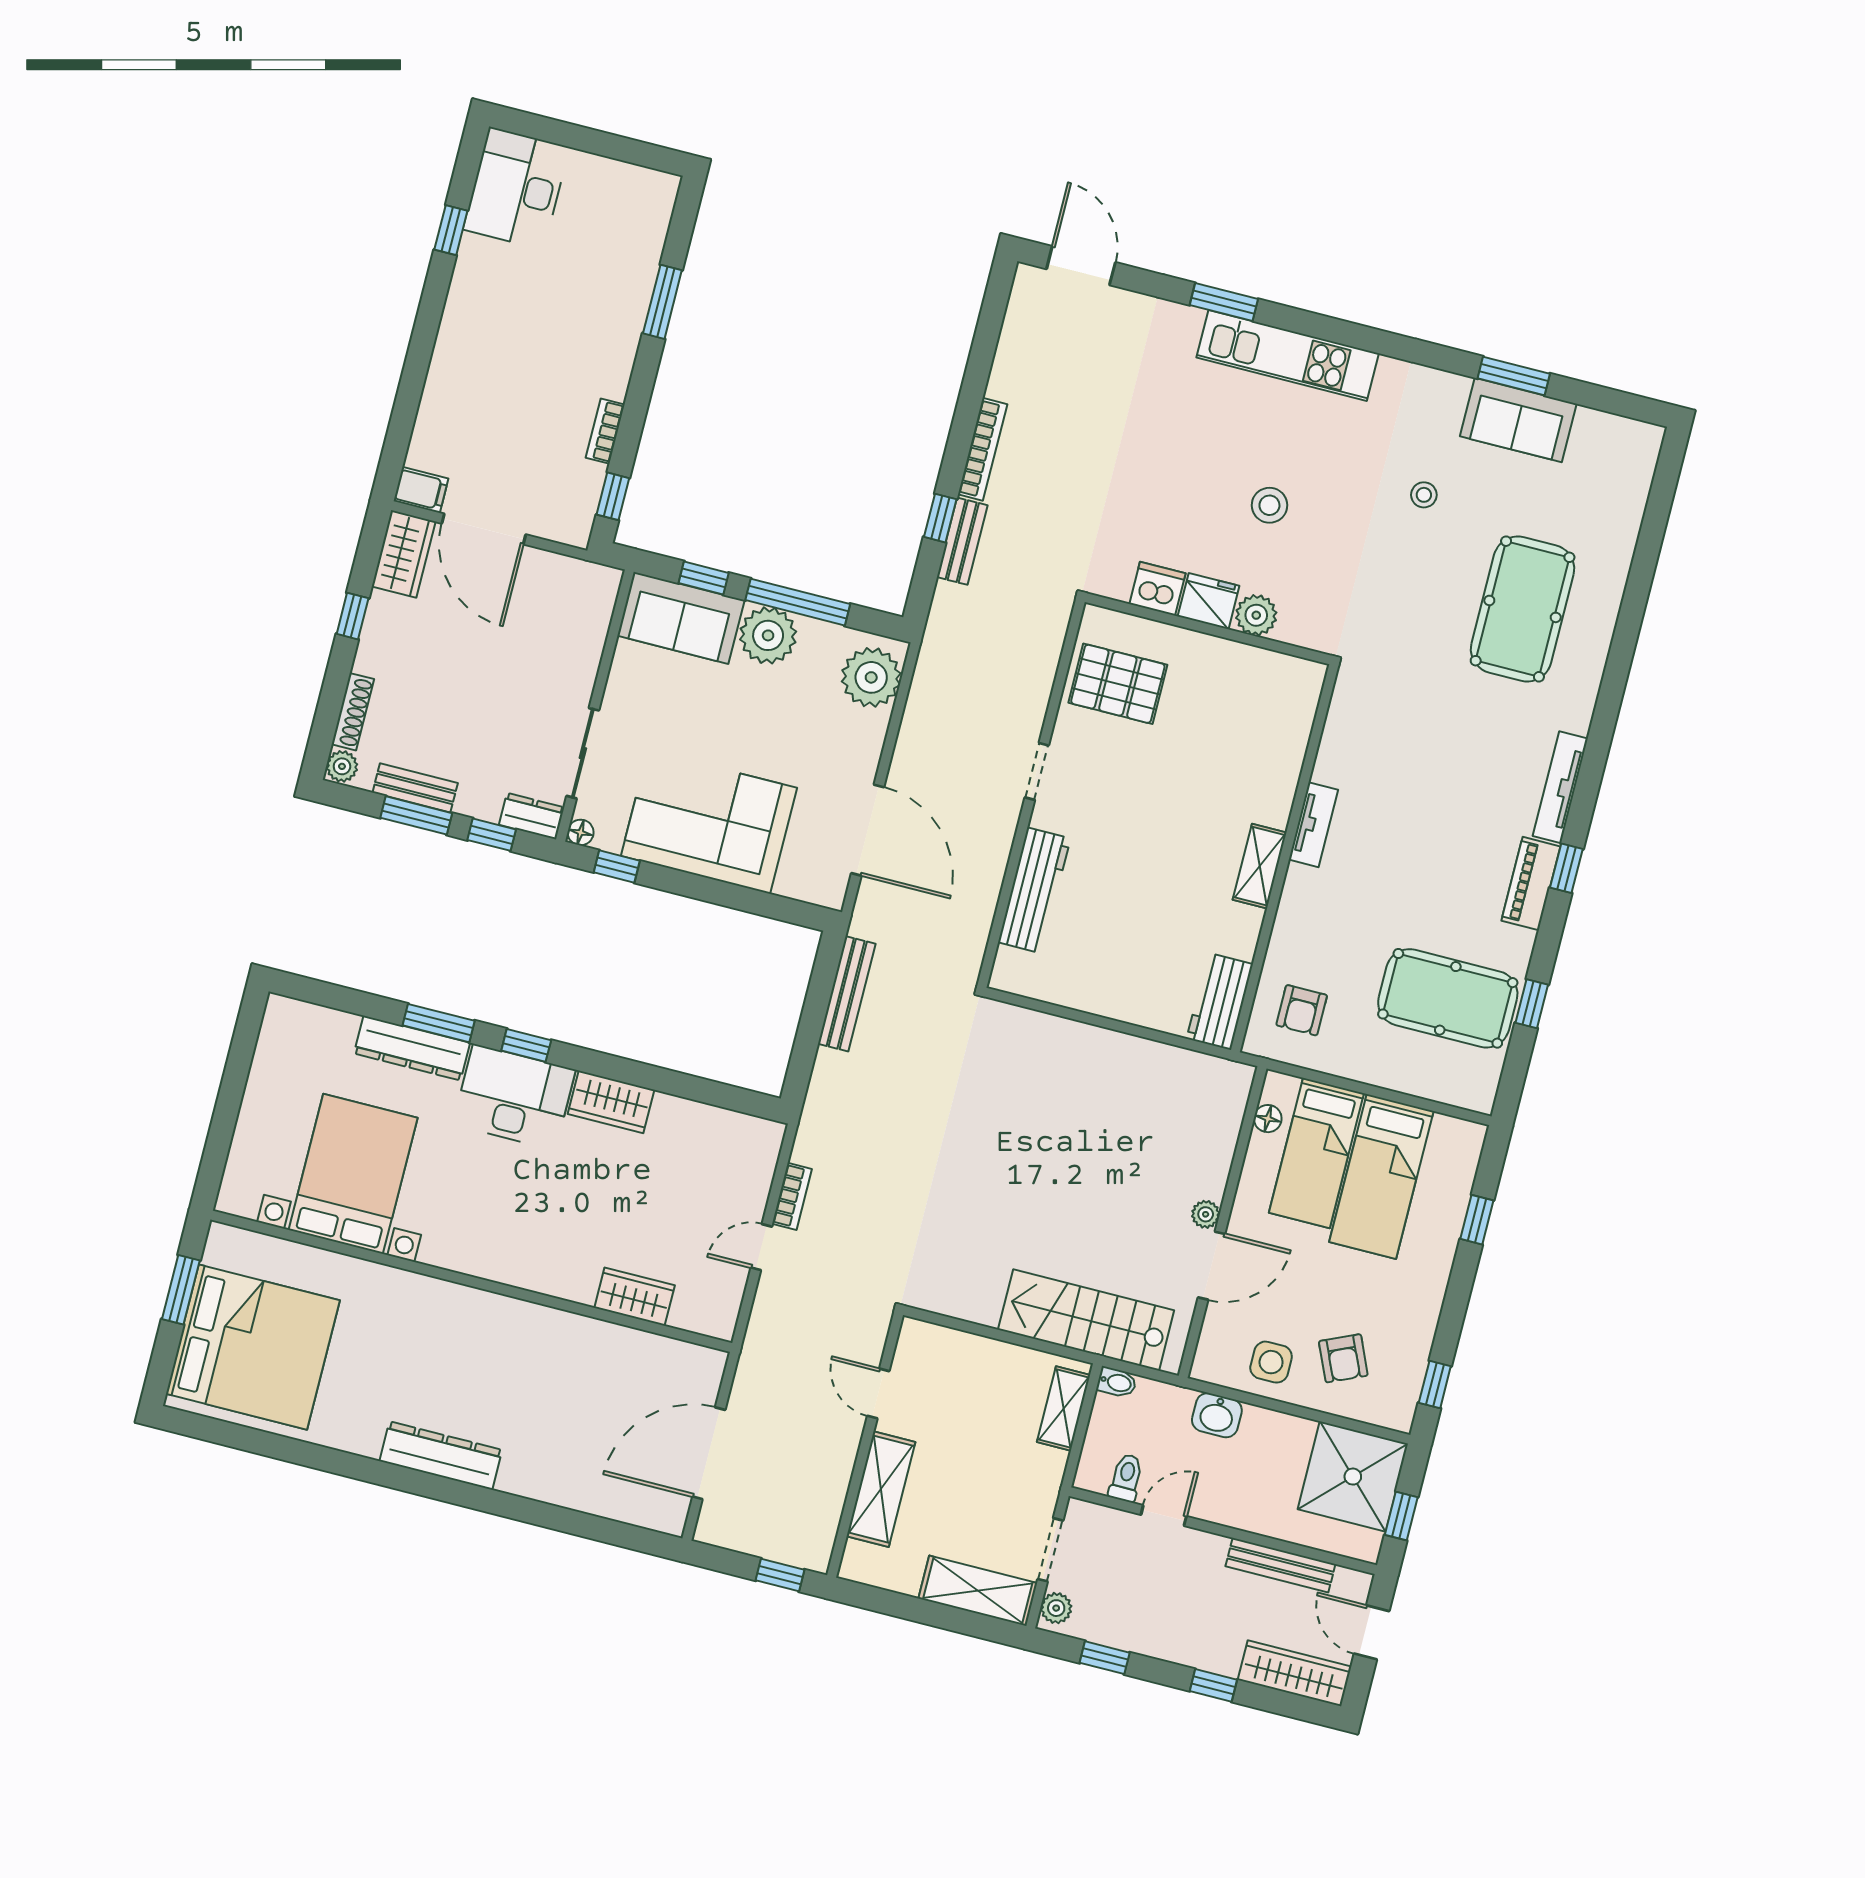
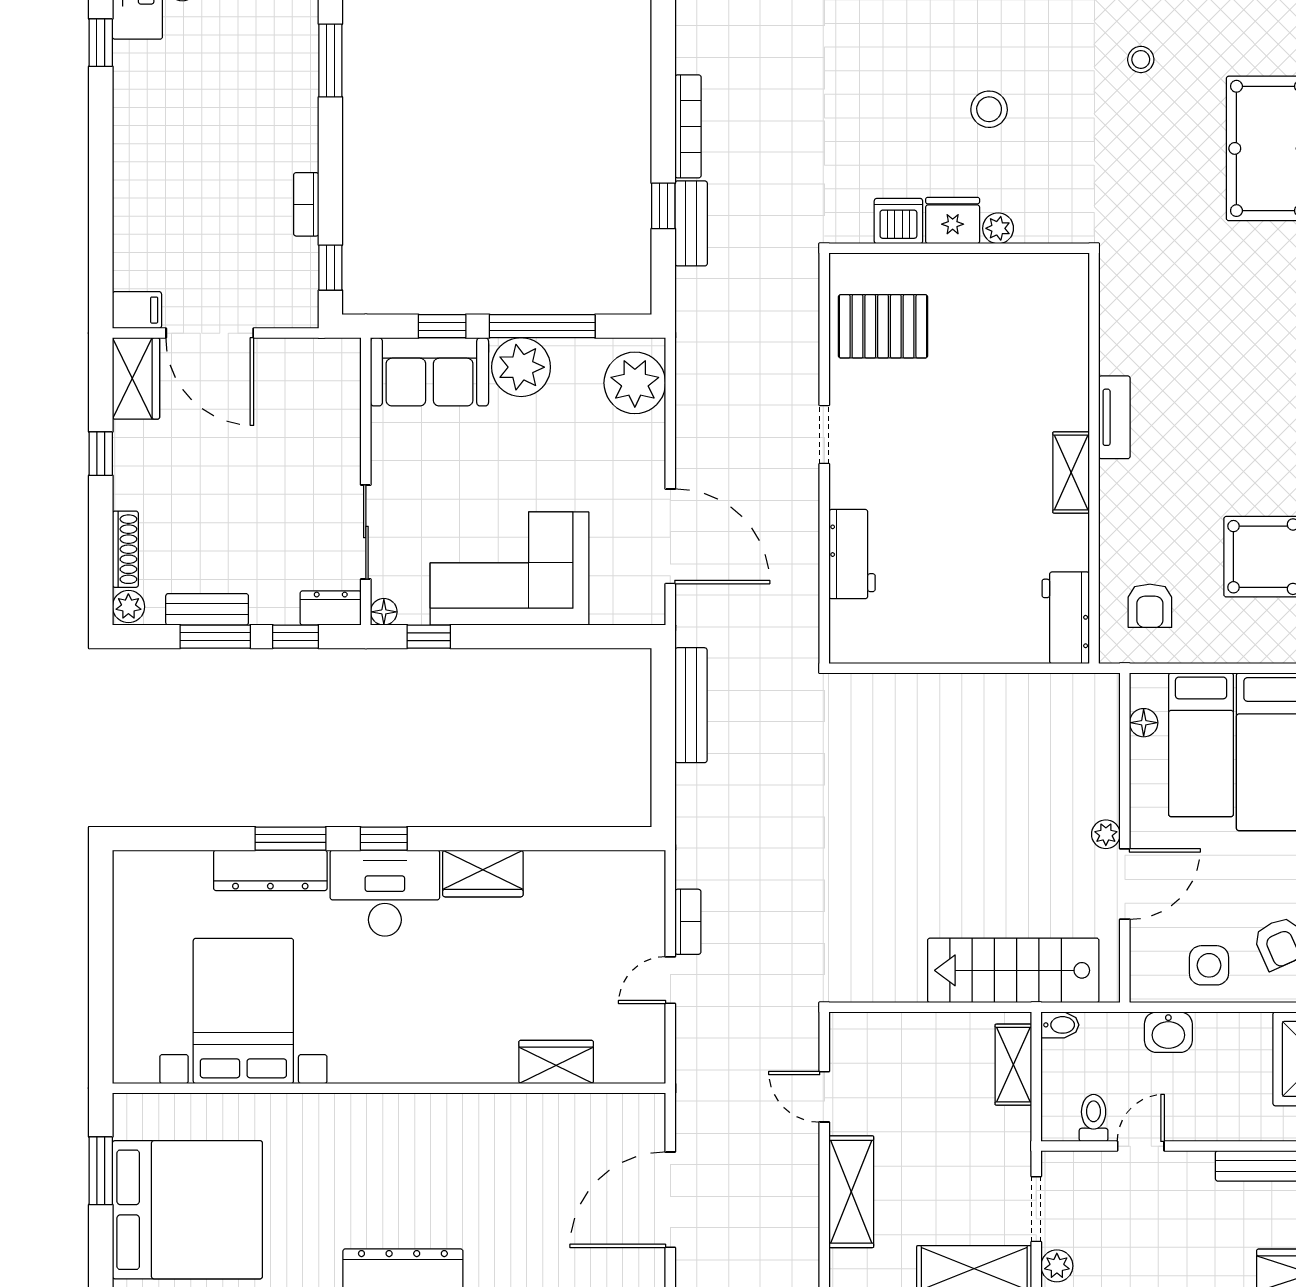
plant: (1256, 615) -> (998, 228), width x0.73, depth x0.73
workbench: (1034, 890) -> (852, 554), width x0.73

